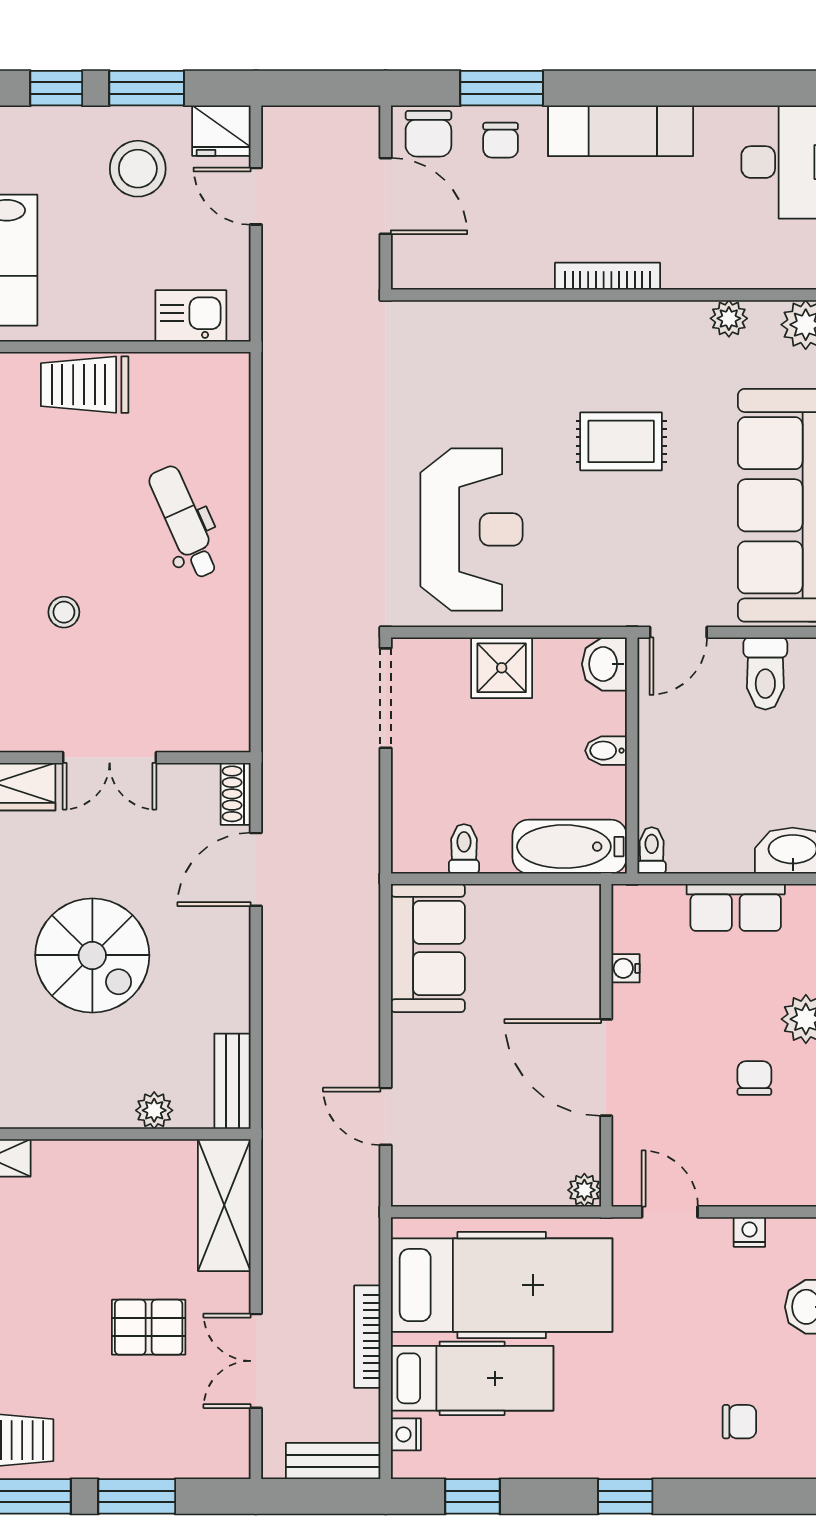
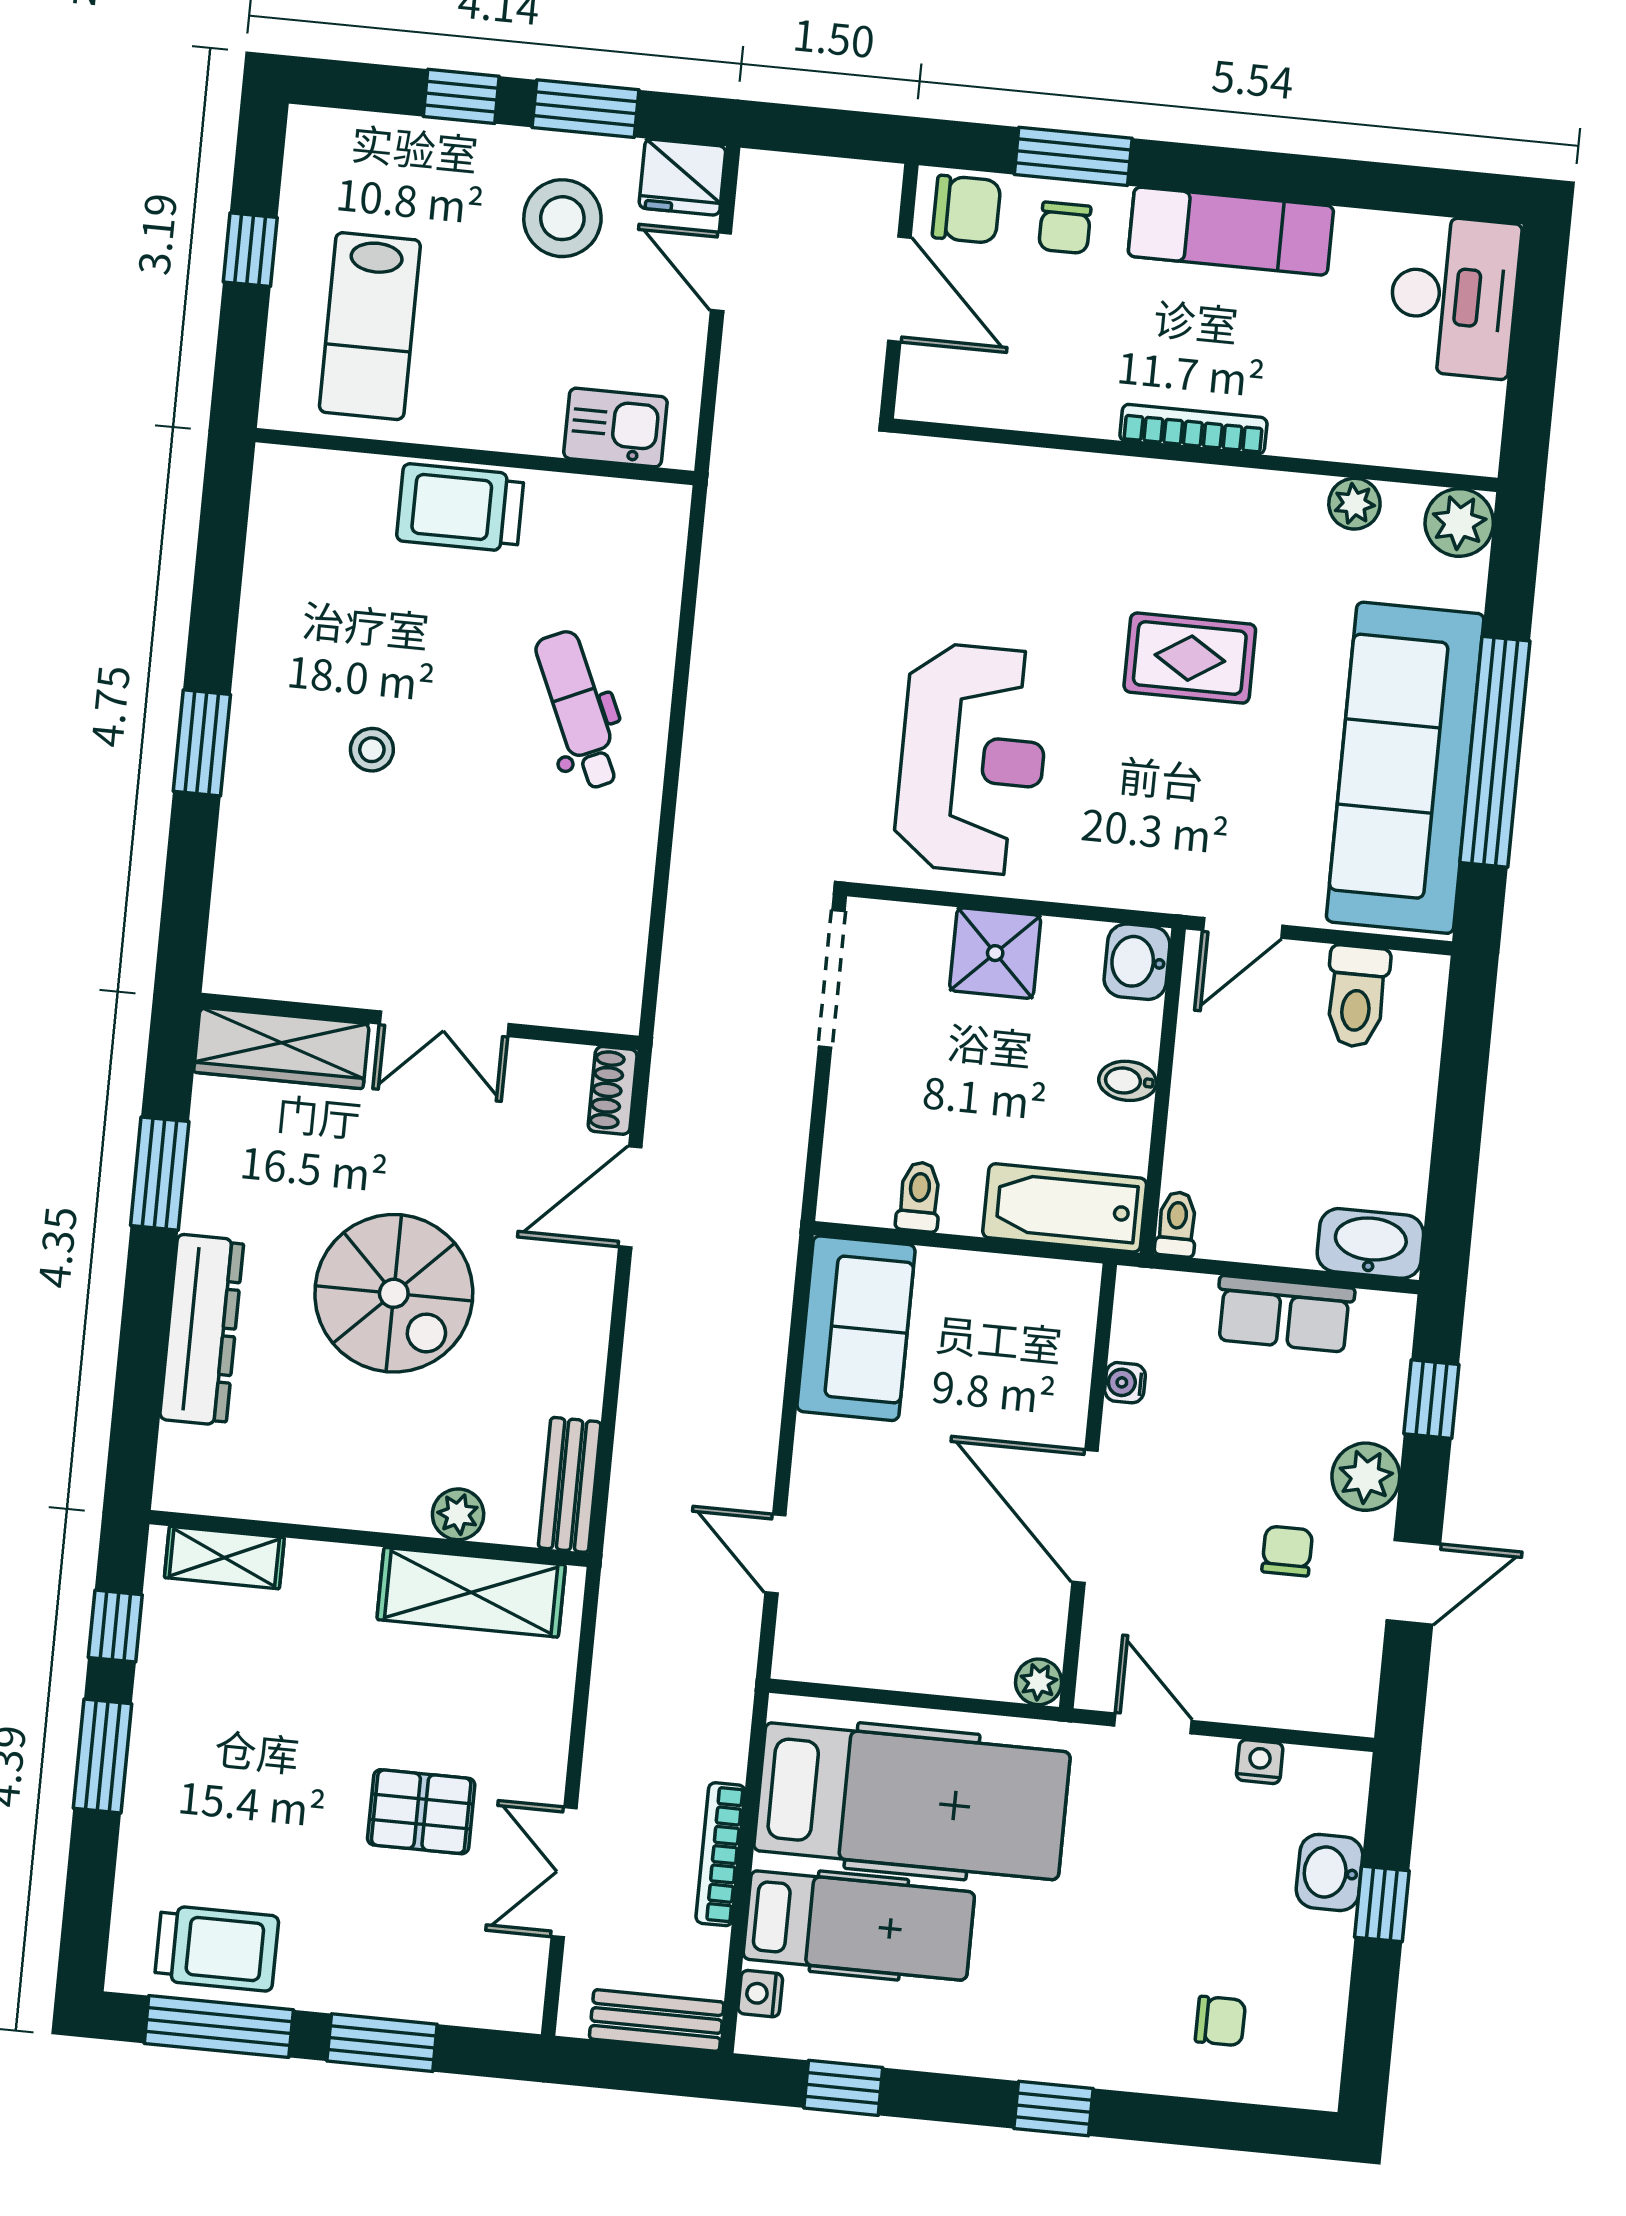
chair: (428, 134) -> (967, 209), turned -90
stool: (64, 612) -> (372, 750), moved
shelving: (224, 1205) -> (471, 1592), moved, turned 90

